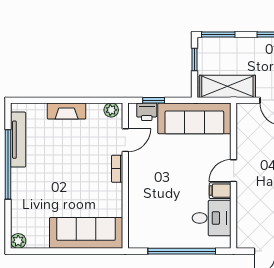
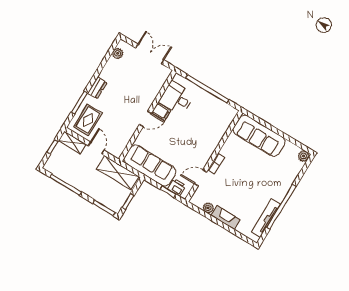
plant: (111, 110) -> (208, 208), moved

